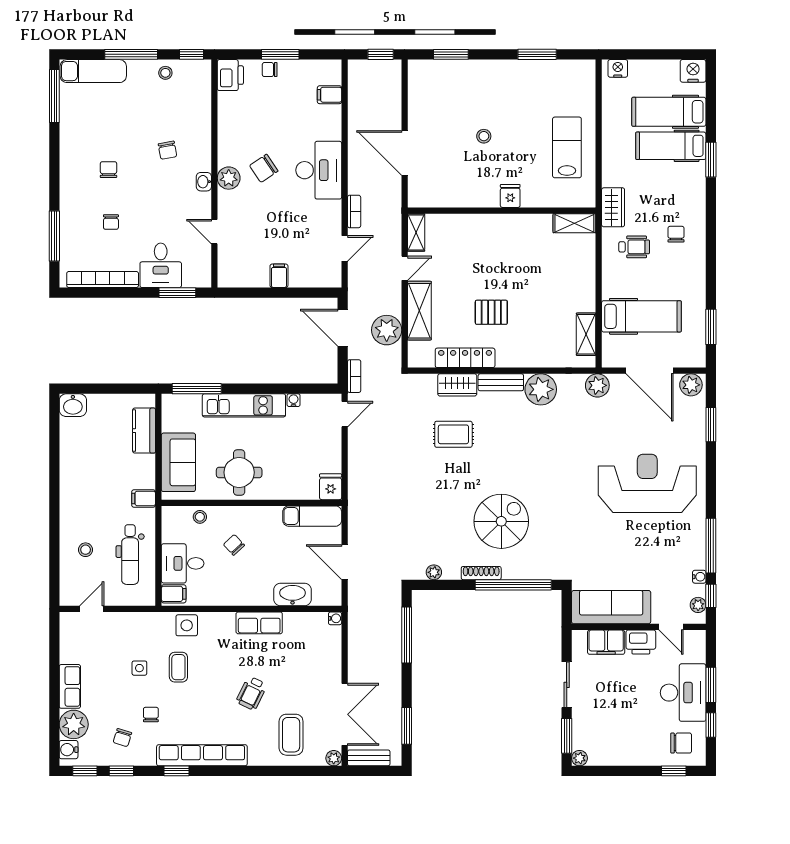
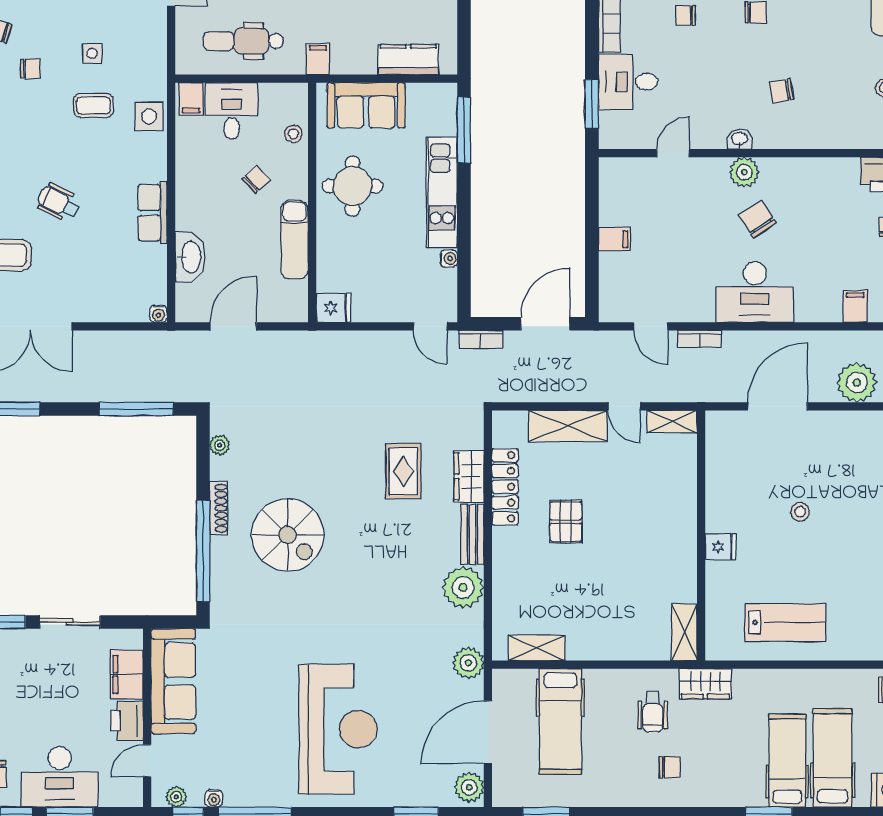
plant: (387, 330) -> (857, 382), moved
exam couch: (312, 516) -> (295, 240), moved

